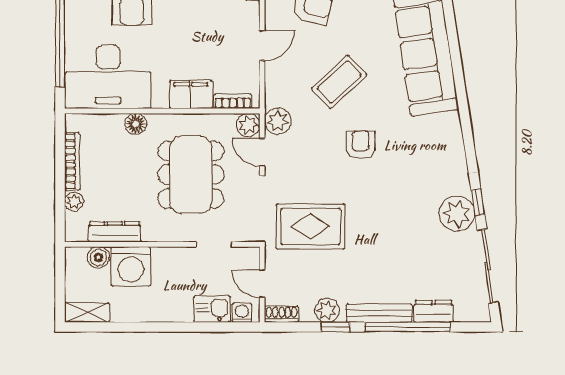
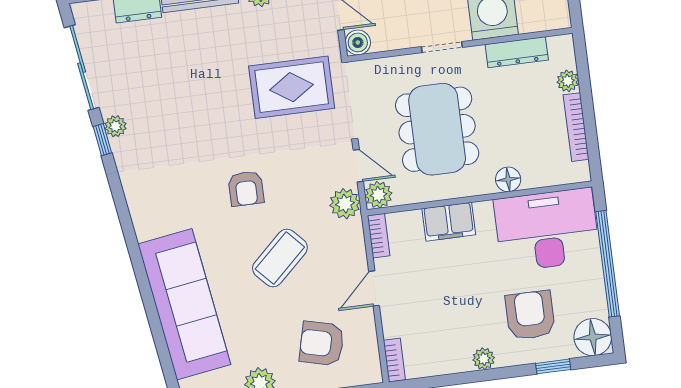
bookcase: (233, 101) -> (379, 236), moved, turned -90
plant: (457, 214) -> (115, 126), width x0.53, depth x0.53
doorway: (214, 244) -> (442, 47), moved
boiler: (98, 257) -> (358, 42), moved

